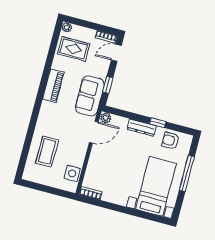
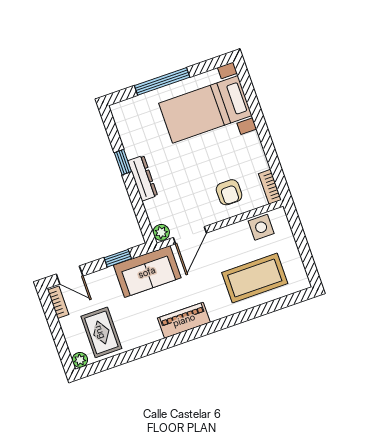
piano: (53, 86) -> (184, 320), moved
door: (94, 132) -> (190, 235), swing flipped
armchair: (171, 141) -> (229, 192), moved
coffee table: (47, 151) -> (255, 278), width x1.36, depth x1.32

